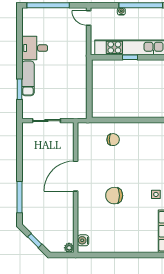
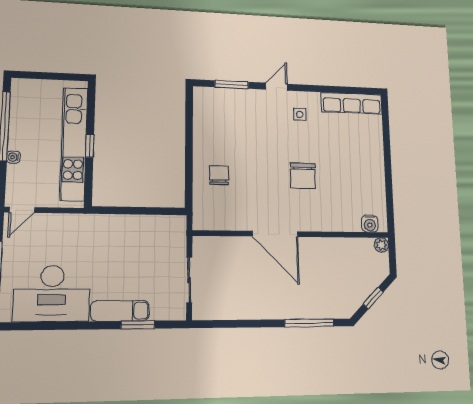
desk: (35, 48) -> (52, 293), width x1.87, depth x1.30

